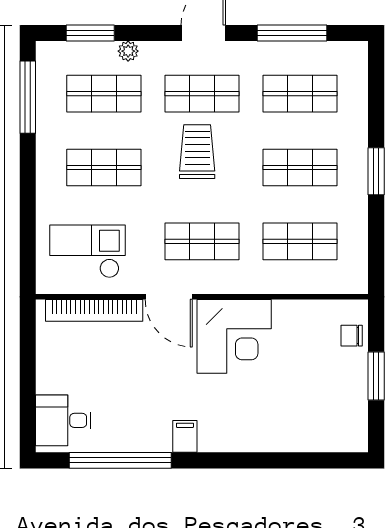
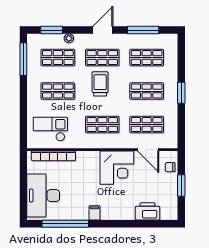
door: (169, 297) -> (148, 150), moved
desk: (63, 420) -> (43, 196), width x1.87, depth x1.30
printer: (302, 433) -> (147, 211), added

